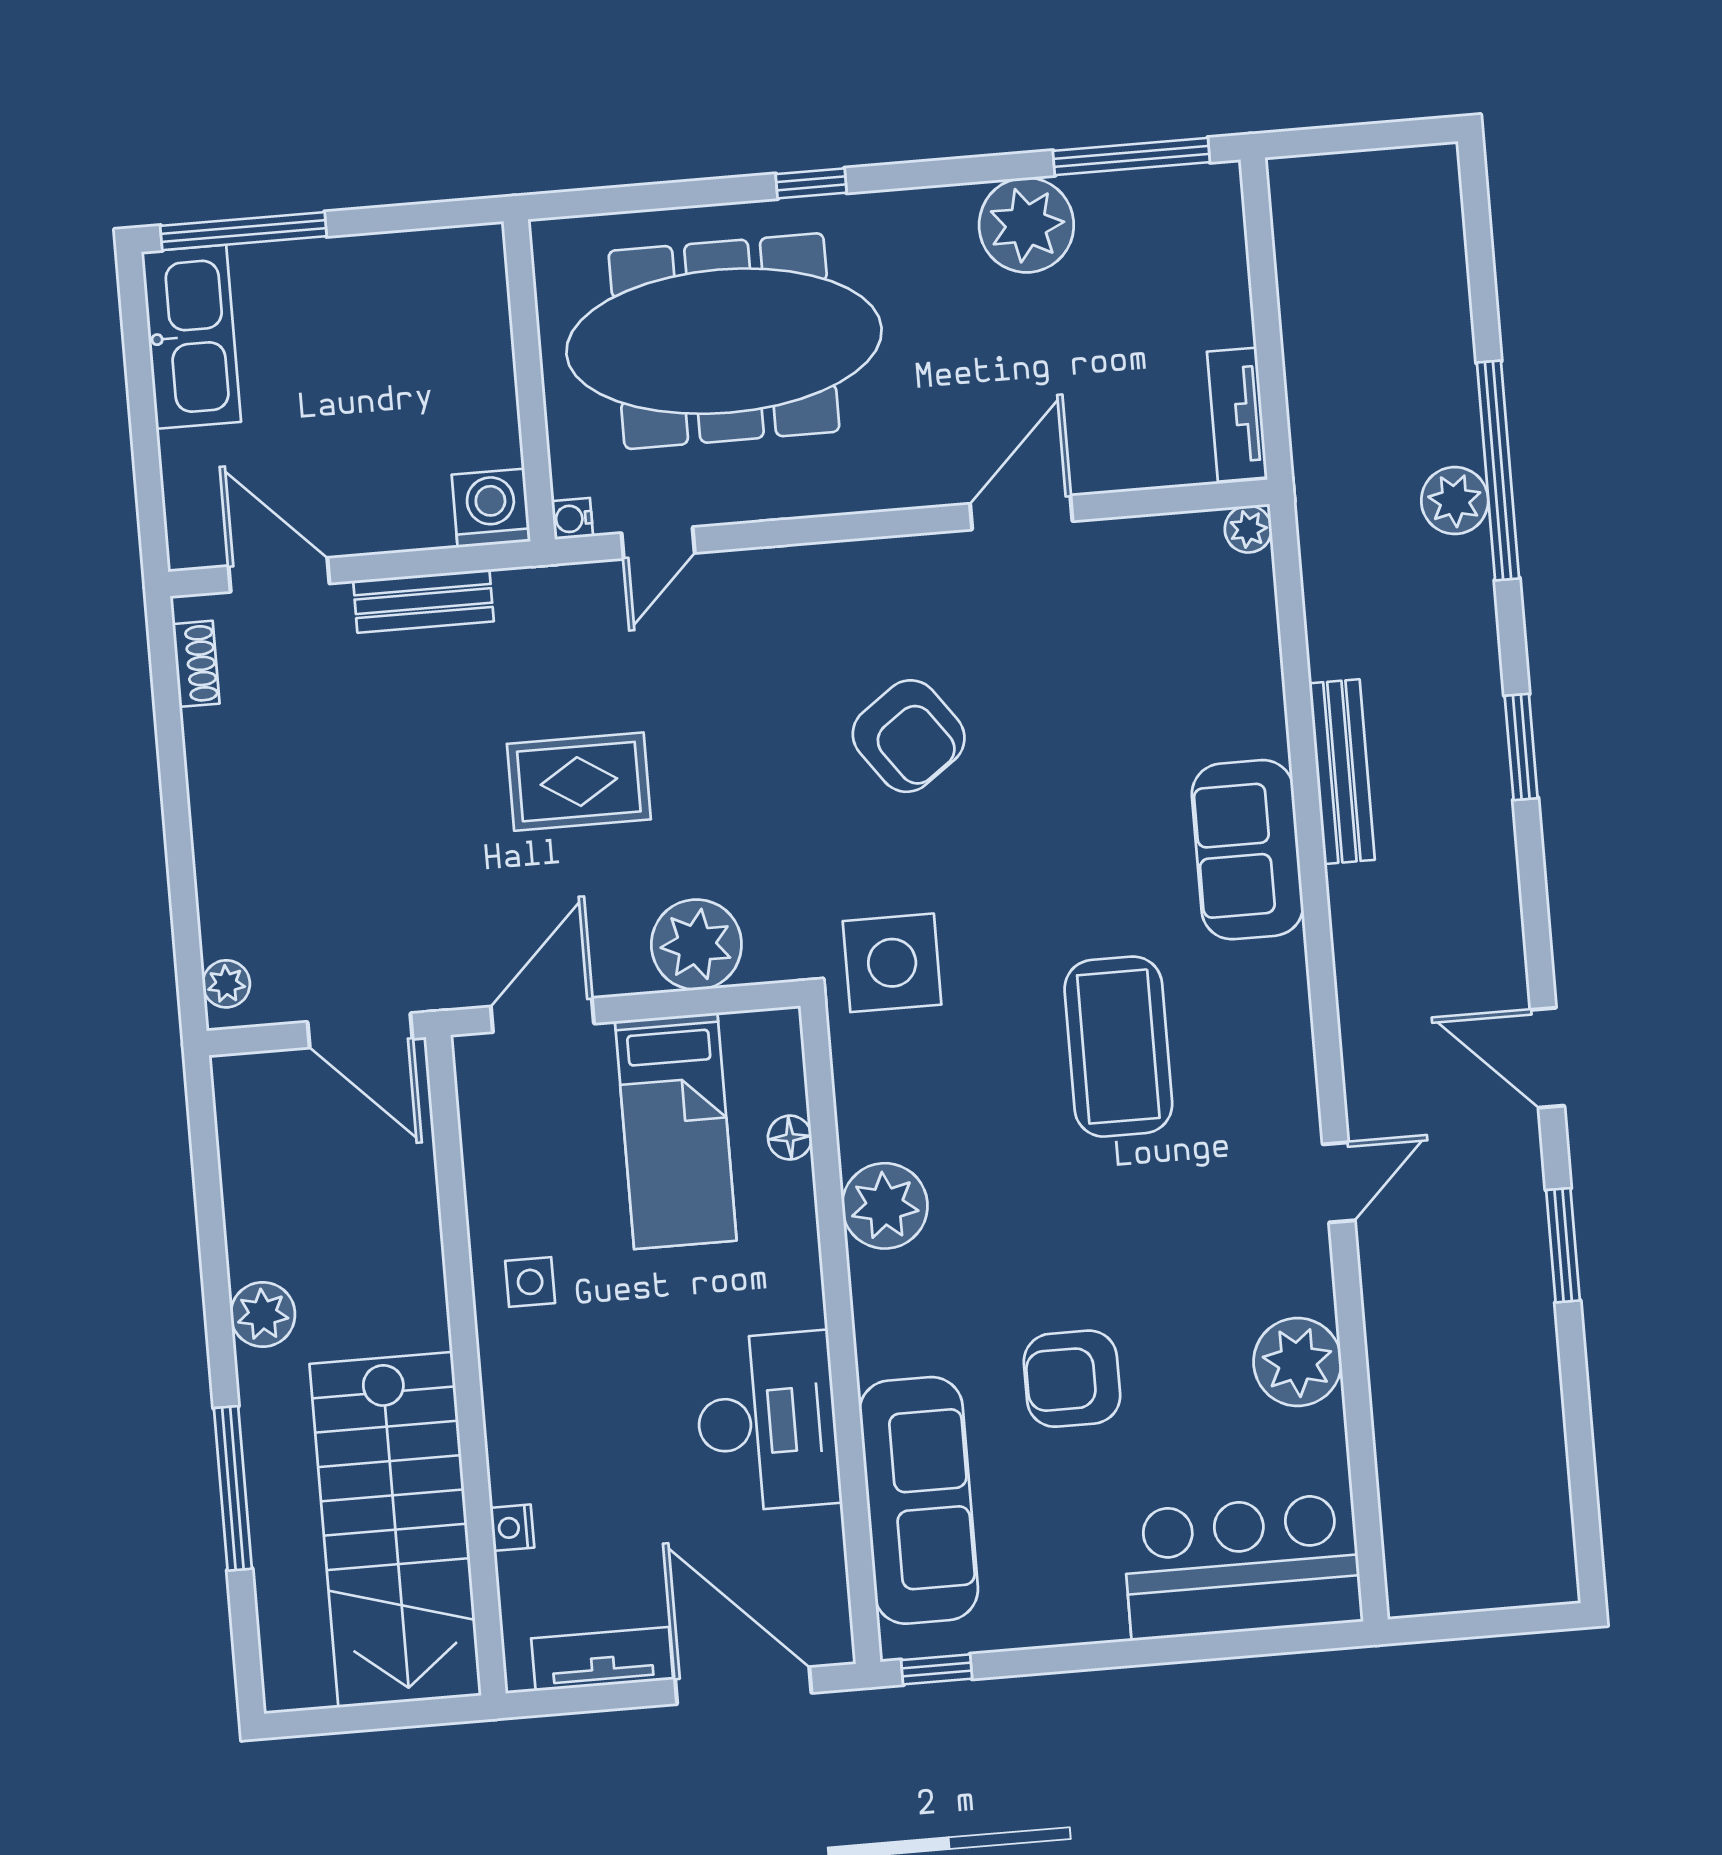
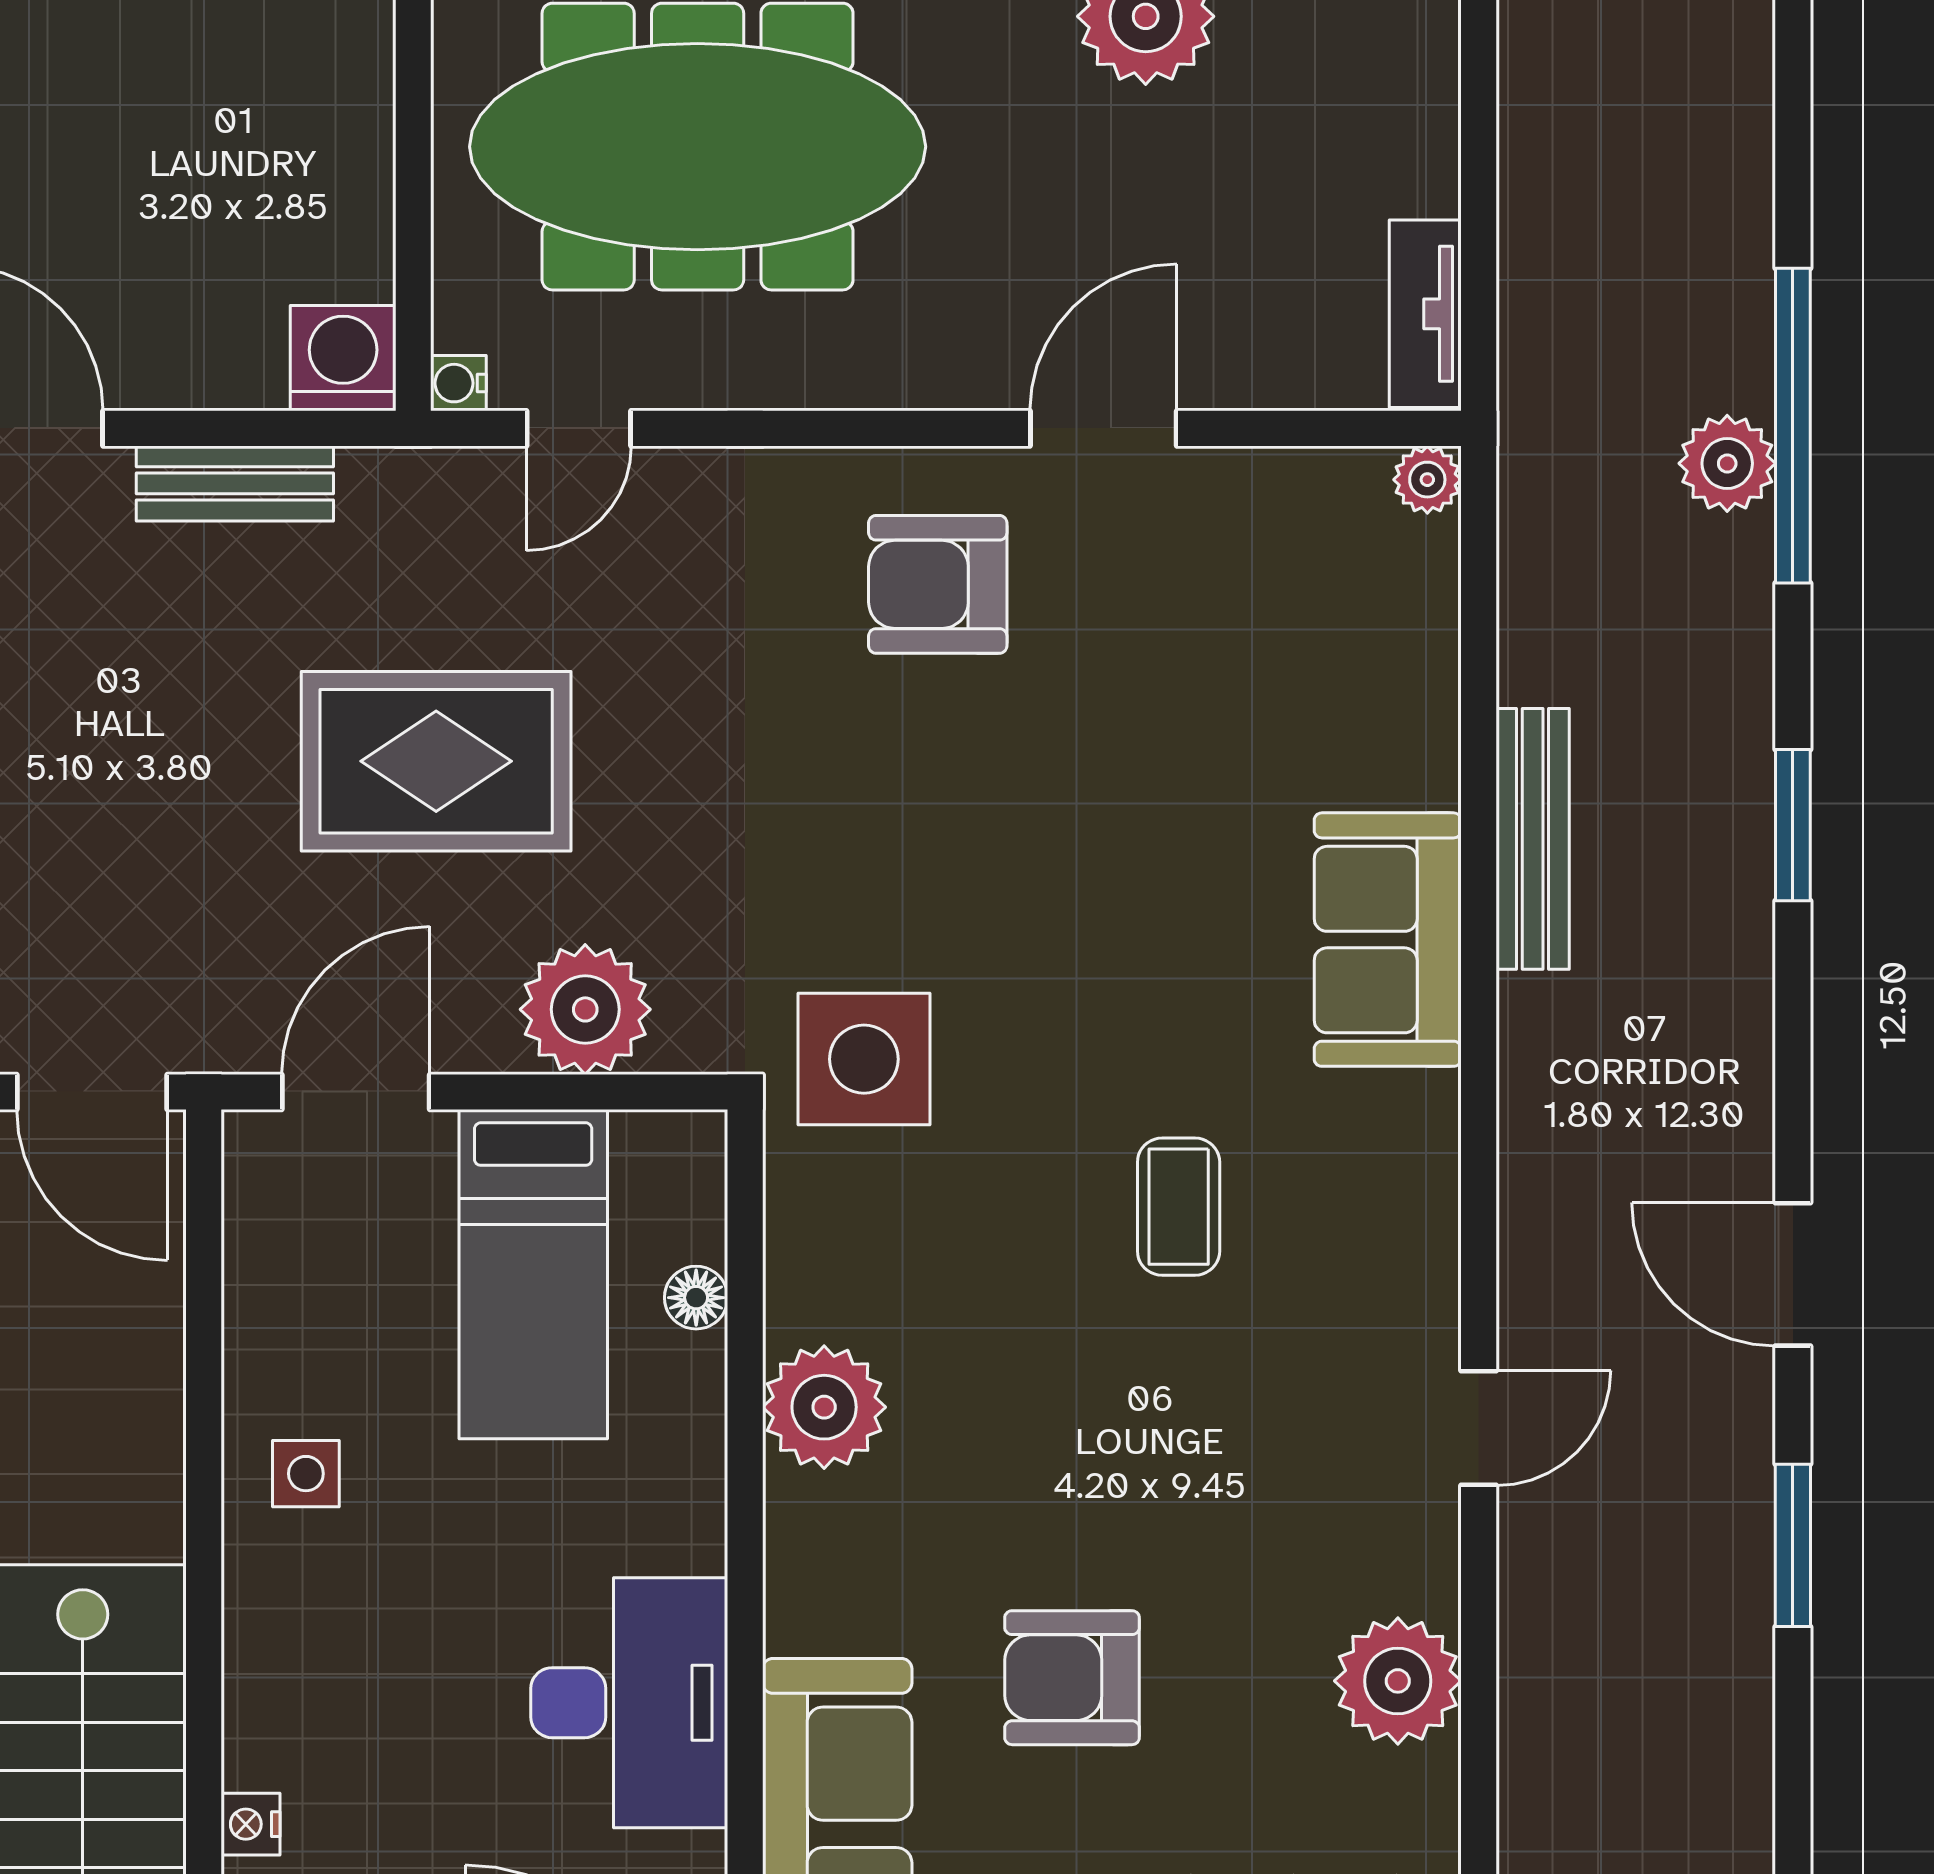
armchair: (909, 736) -> (938, 584), moved, turned 126
rug: (579, 782) -> (436, 761), width x1.36, depth x1.43
coffee table: (1118, 1047) -> (1179, 1207), width x0.54, depth x0.58

